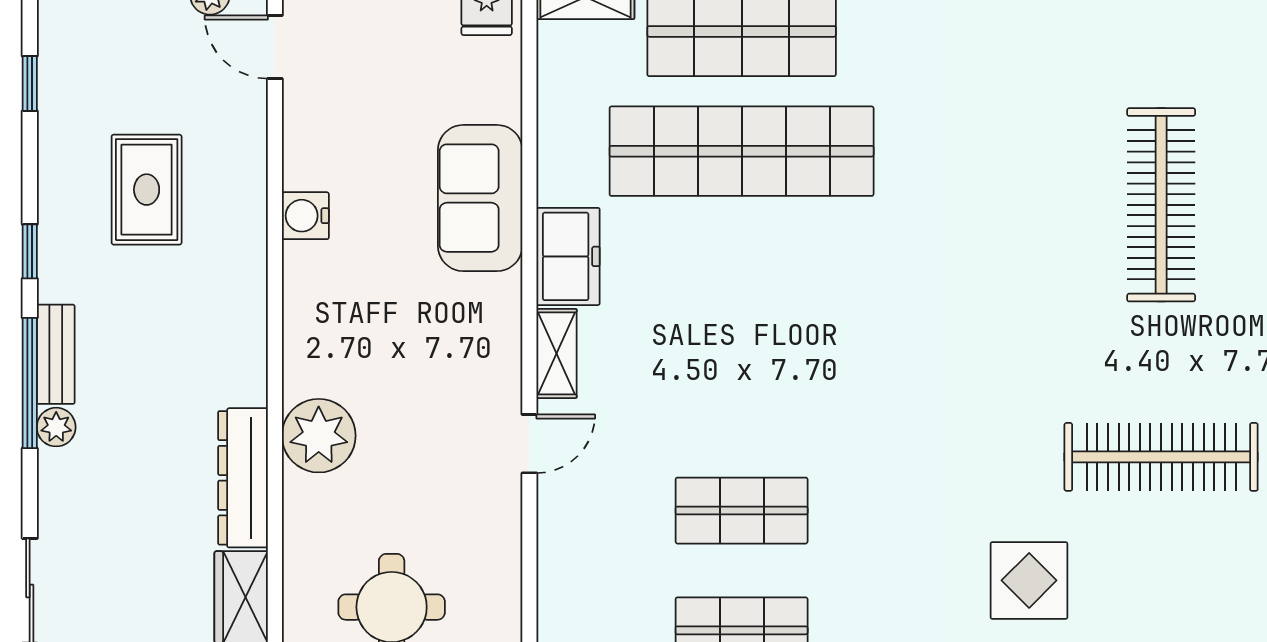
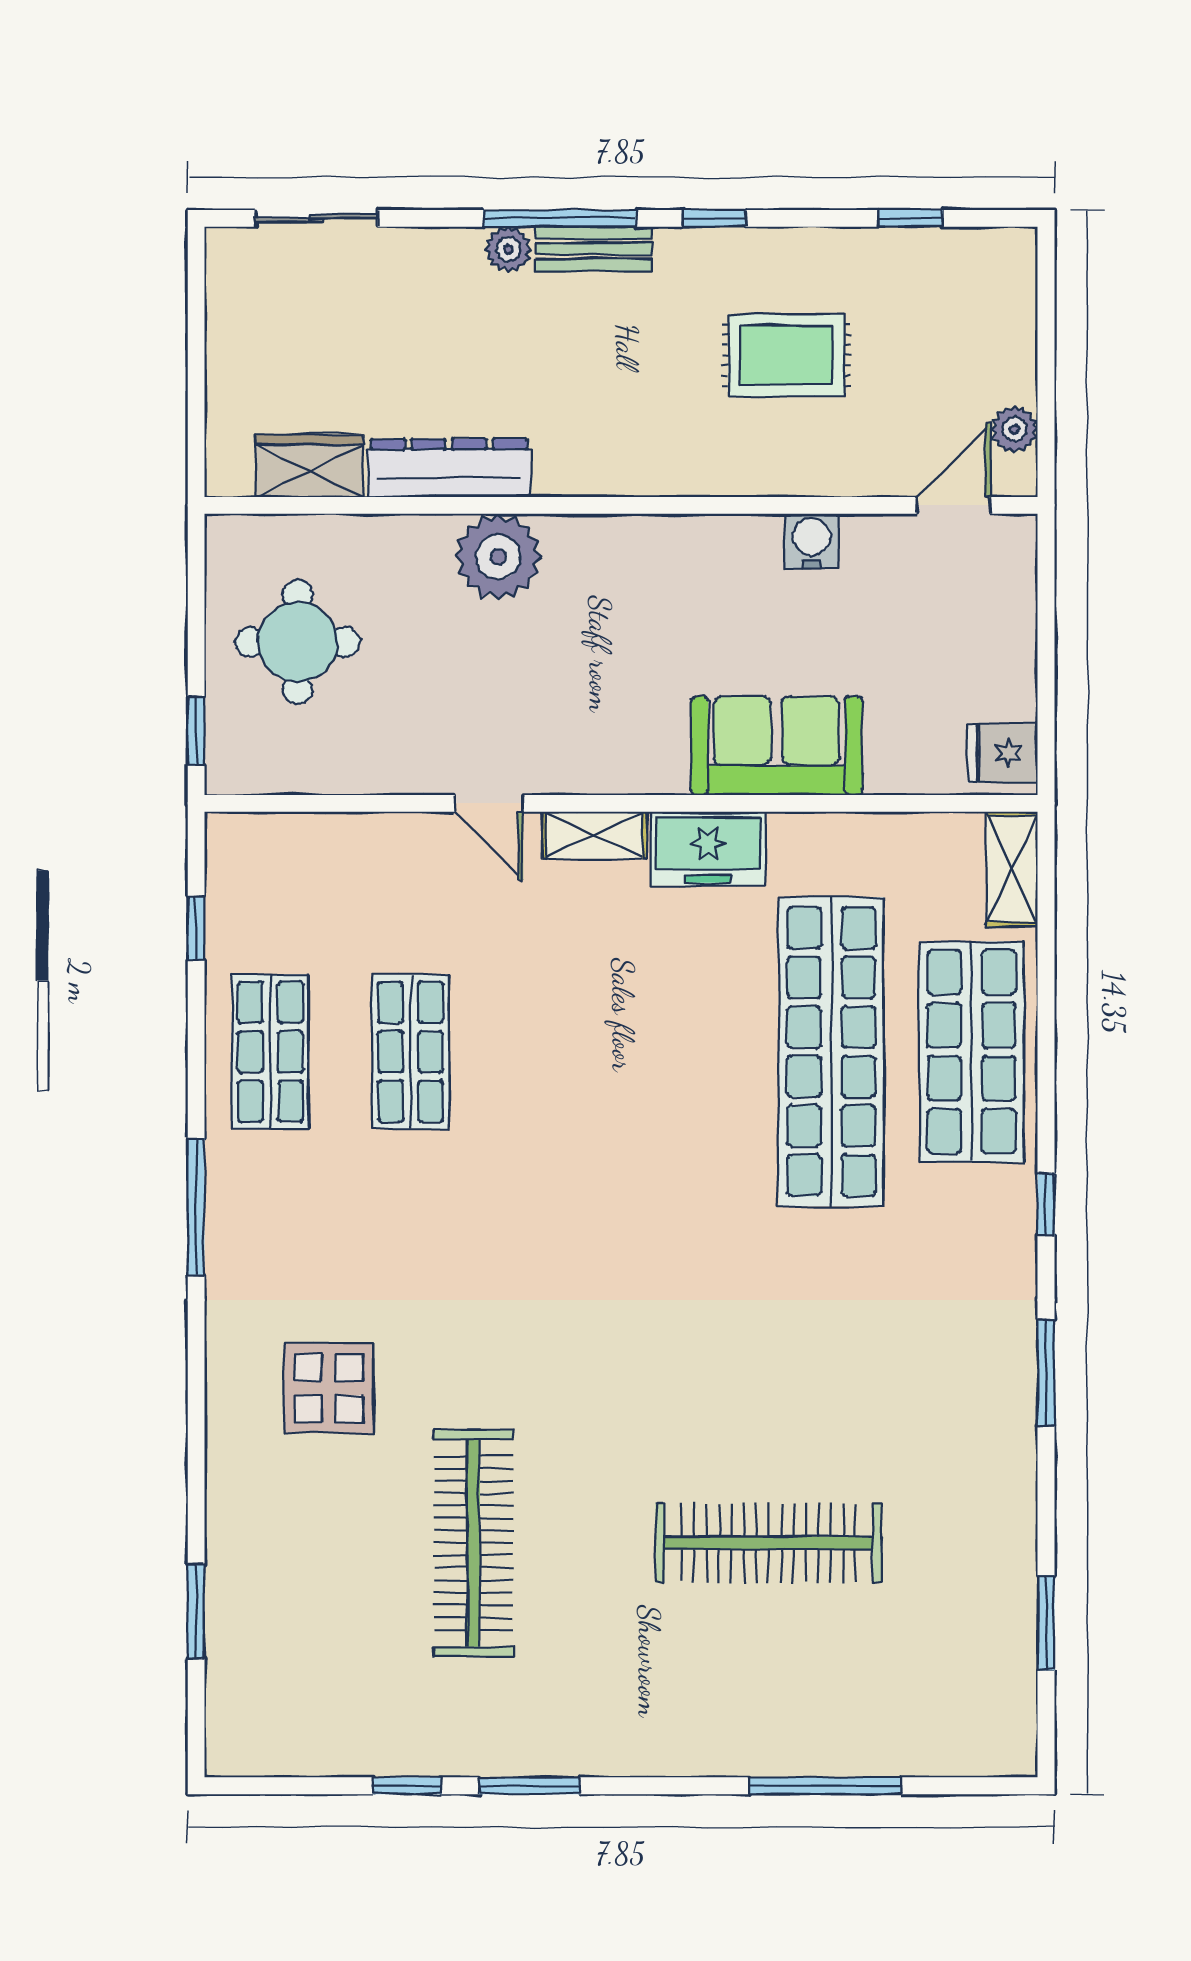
water cooler: (305, 216) -> (812, 541), moved

